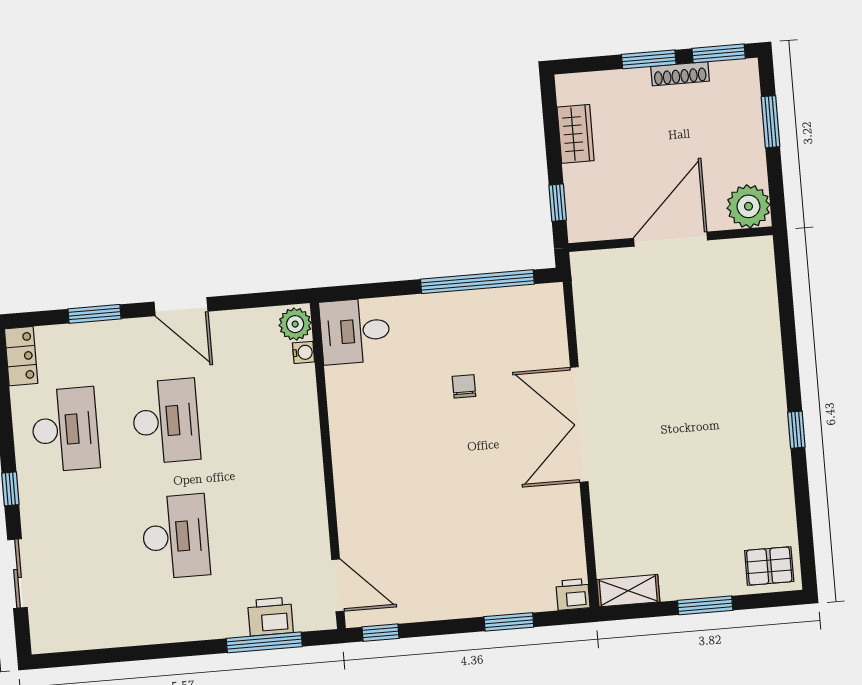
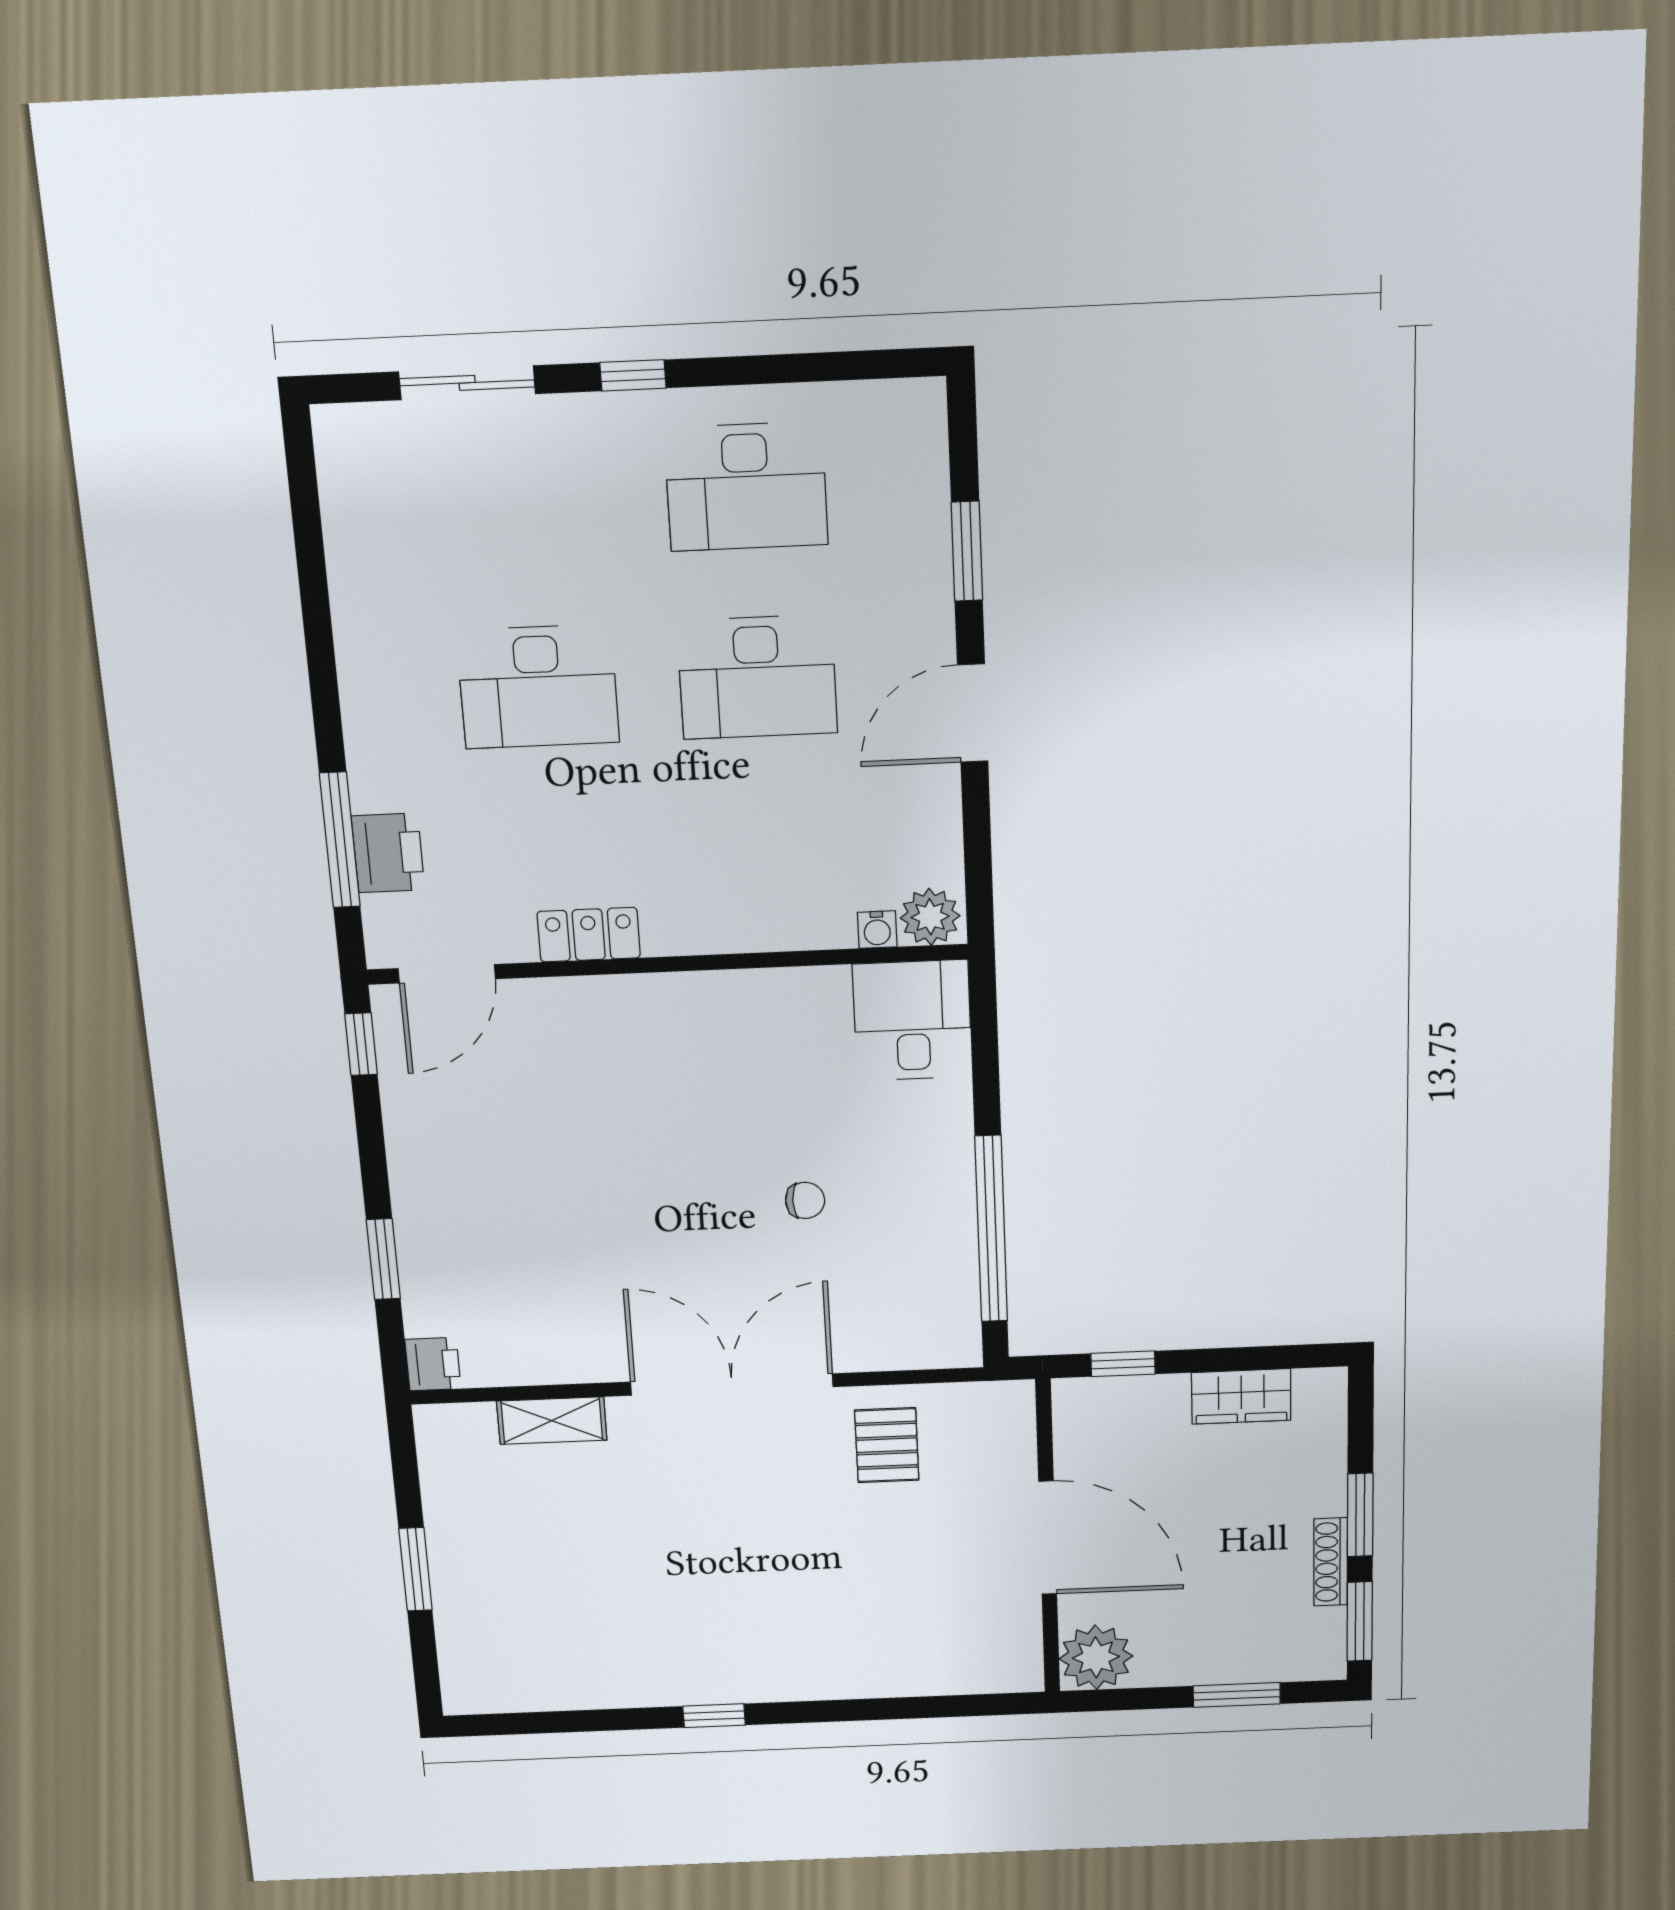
locker: (21, 356) -> (589, 935), moved, turned 180
pallet: (769, 566) -> (887, 1445), moved
shelving: (628, 591) -> (552, 1421), moved, turned 90

